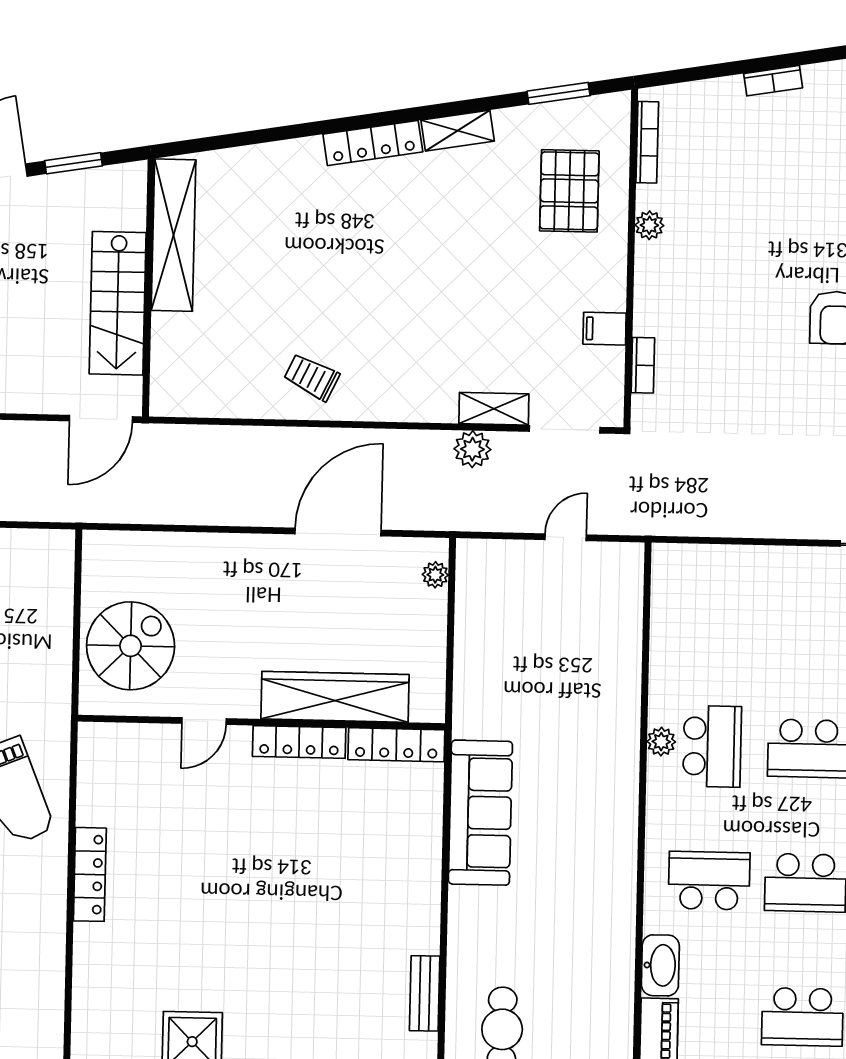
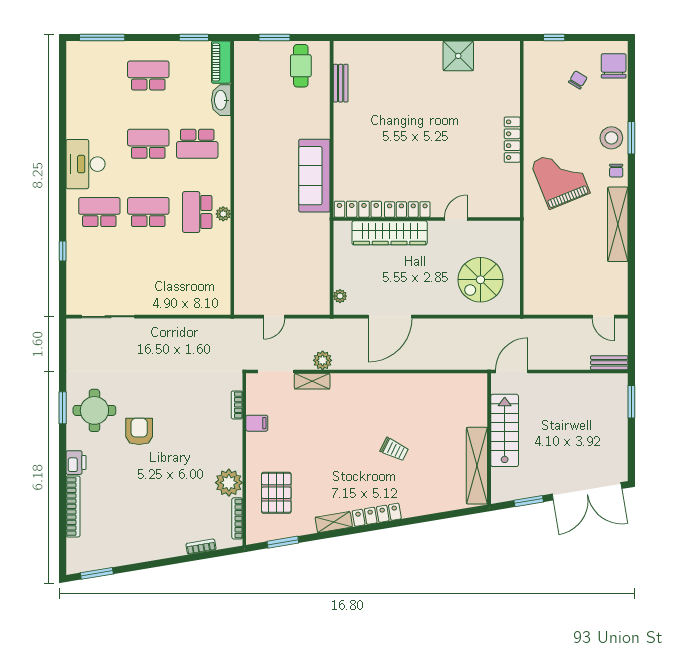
bookcase: (773, 81) -> (201, 547), moved
plant: (649, 225) -> (229, 483), width x1.88, depth x1.88
trolley: (312, 377) -> (394, 449), moved
spiral stairs: (131, 646) -> (480, 280), moved

